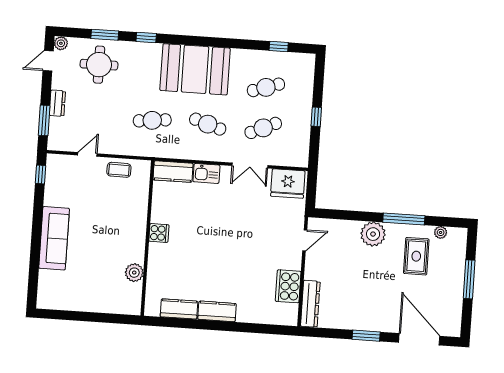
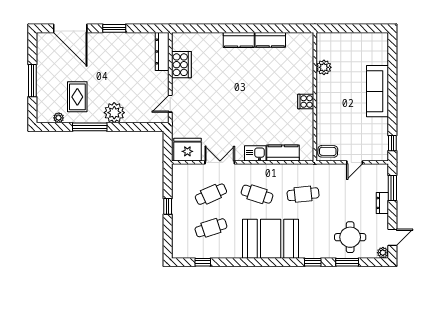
cooker: (159, 233) -> (306, 101), moved
wall: (147, 238) -> (315, 97), moved
plant: (134, 273) -> (324, 67), moved

